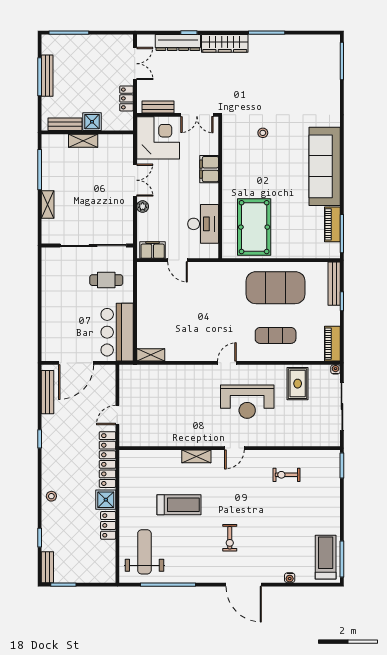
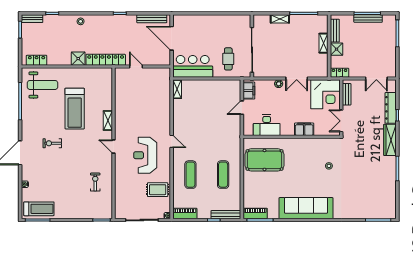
locker: (127, 98) -> (339, 73), moved
piano: (332, 224) -> (255, 213), moved
exercise mat: (276, 288) -> (223, 175), width x0.50, depth x0.69
treadmill: (179, 505) -> (75, 109), width x1.37, depth x1.38
locker: (108, 525) -> (37, 60), moved

